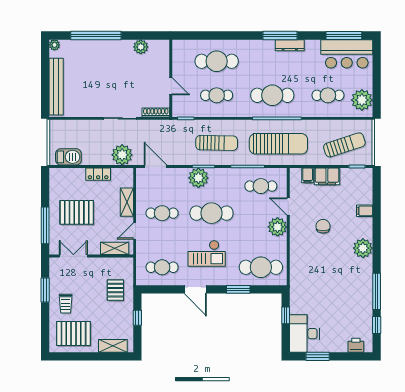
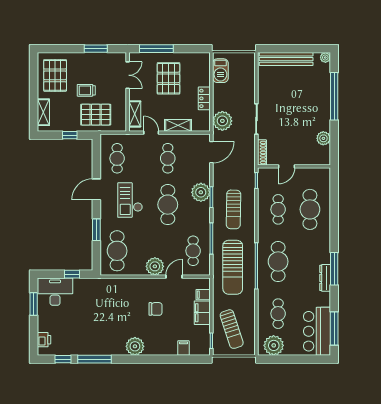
filing cabinet: (365, 211) -> (183, 348), moved
pallet: (115, 290) -> (96, 115), width x1.50, depth x1.42
trolley: (66, 304) -> (86, 90), moved

